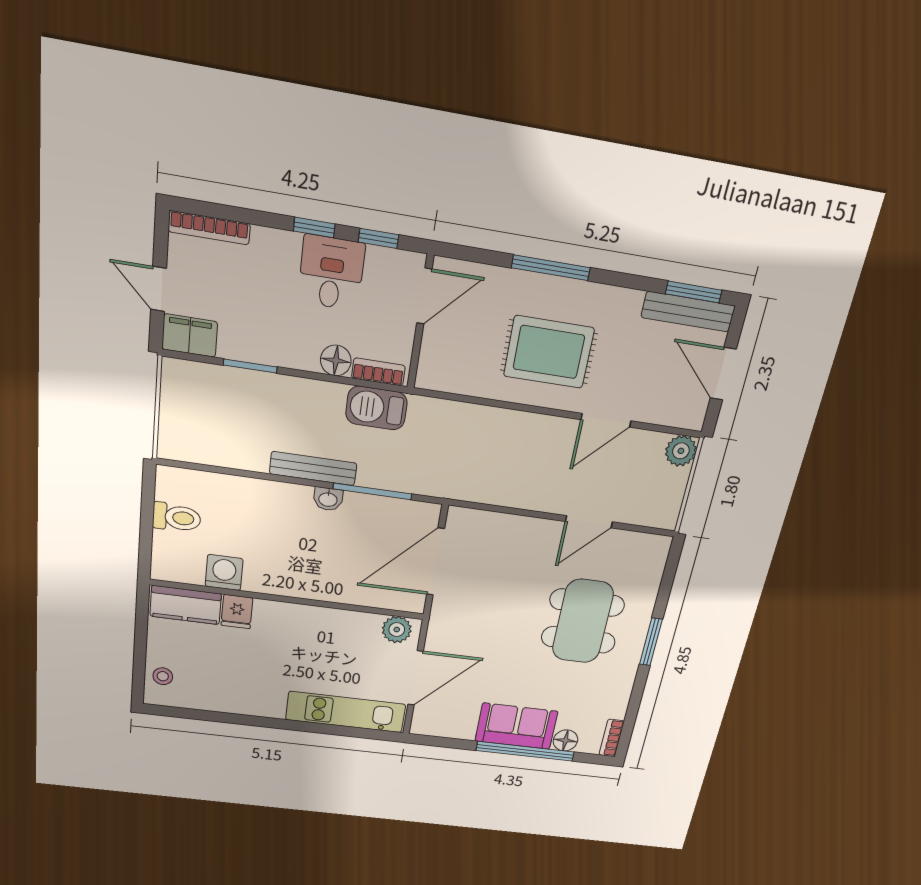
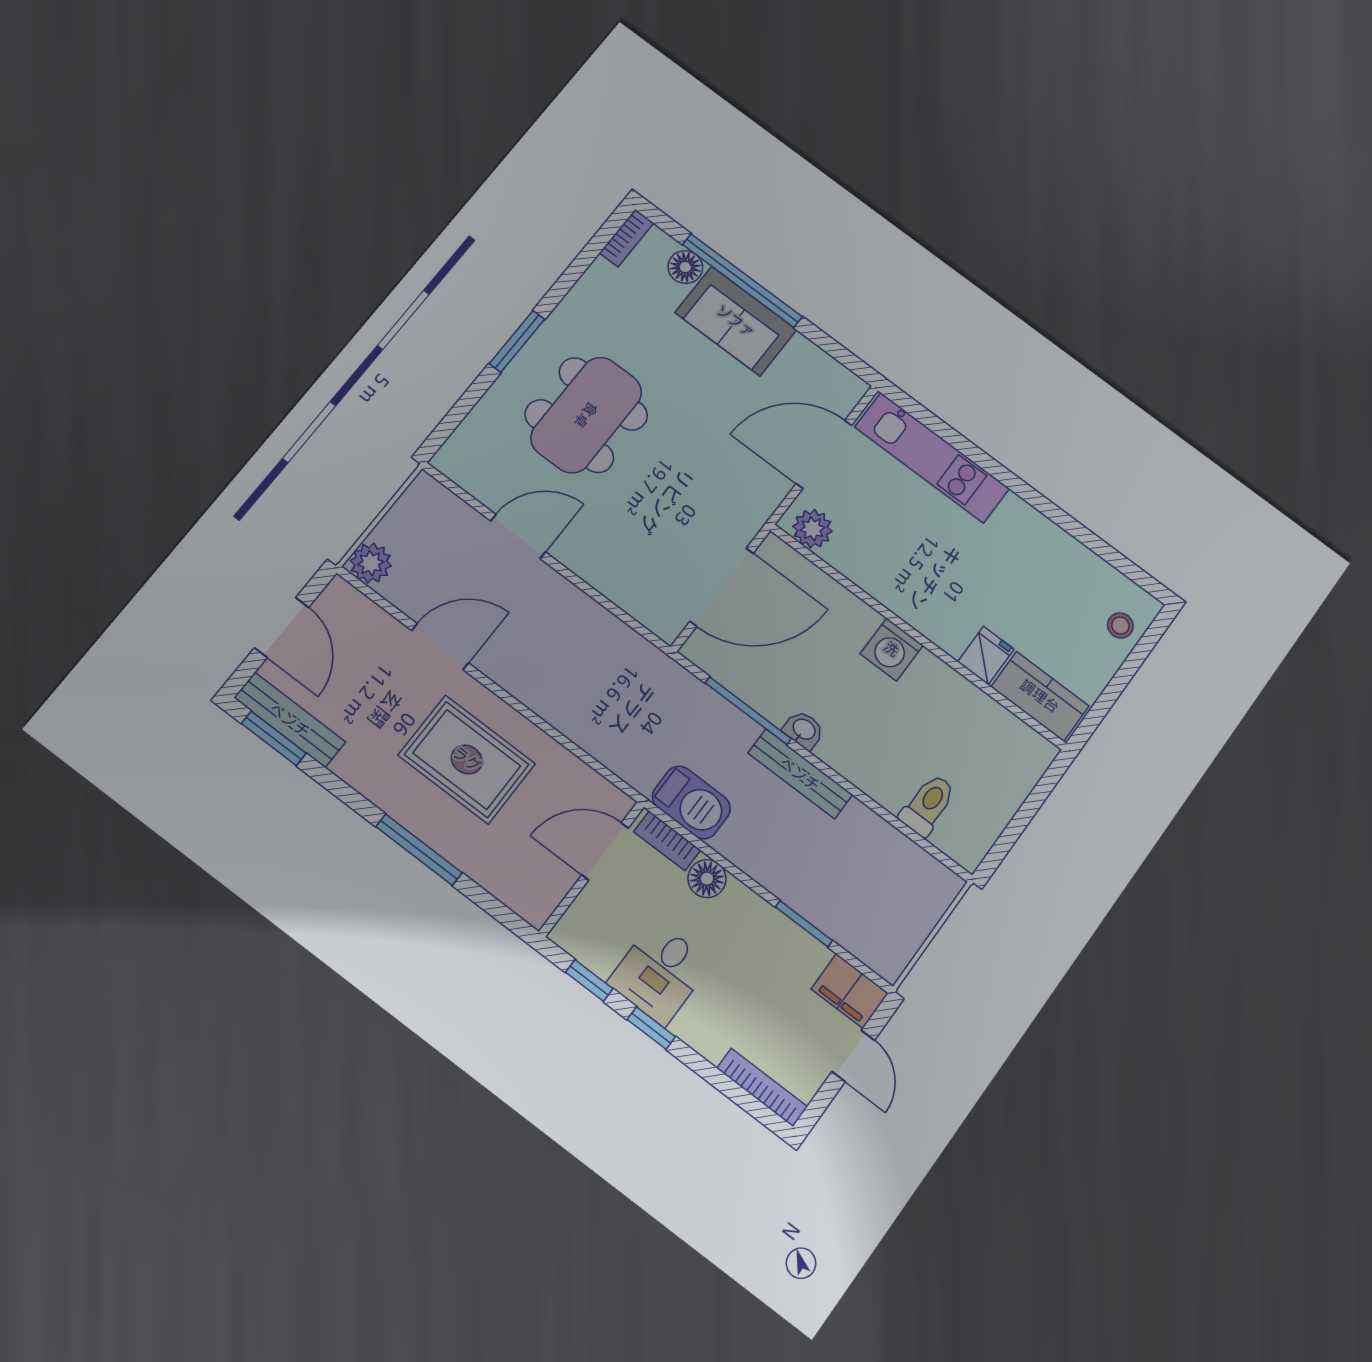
door: (424, 296) -> (605, 851), moved
toilet: (177, 518) -> (928, 805), moved, turned 90
washing machine: (224, 573) -> (892, 649), moved

